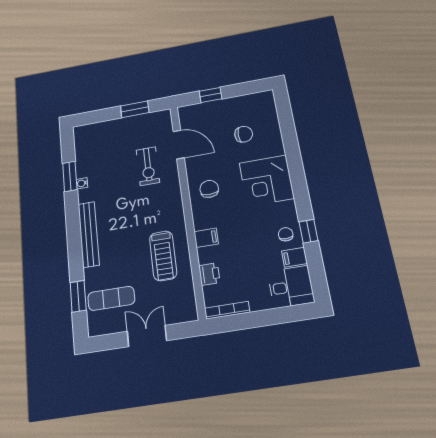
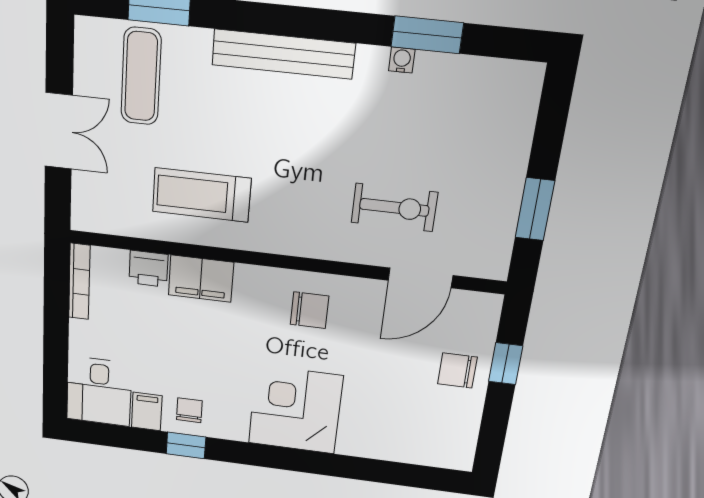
chair: (244, 134) -> (457, 371), moved, turned 90
exercise bike: (148, 166) -> (394, 207), turned 180
chair: (286, 234) -> (189, 410), turned -90
filing cabinet: (206, 238) -> (201, 279), width x2.00

